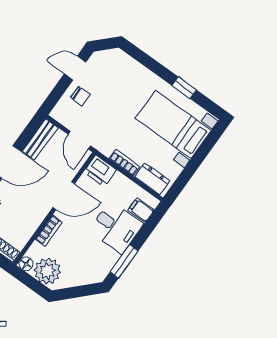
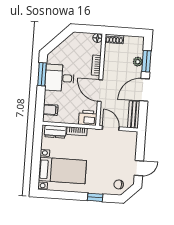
window: (184, 88) -> (95, 197), moved
chair: (80, 96) -> (119, 184), moved
door: (64, 196) -> (100, 91), hinge flipped
desk: (116, 227) -> (60, 78), moved
plant: (47, 271) -> (83, 41), removed

